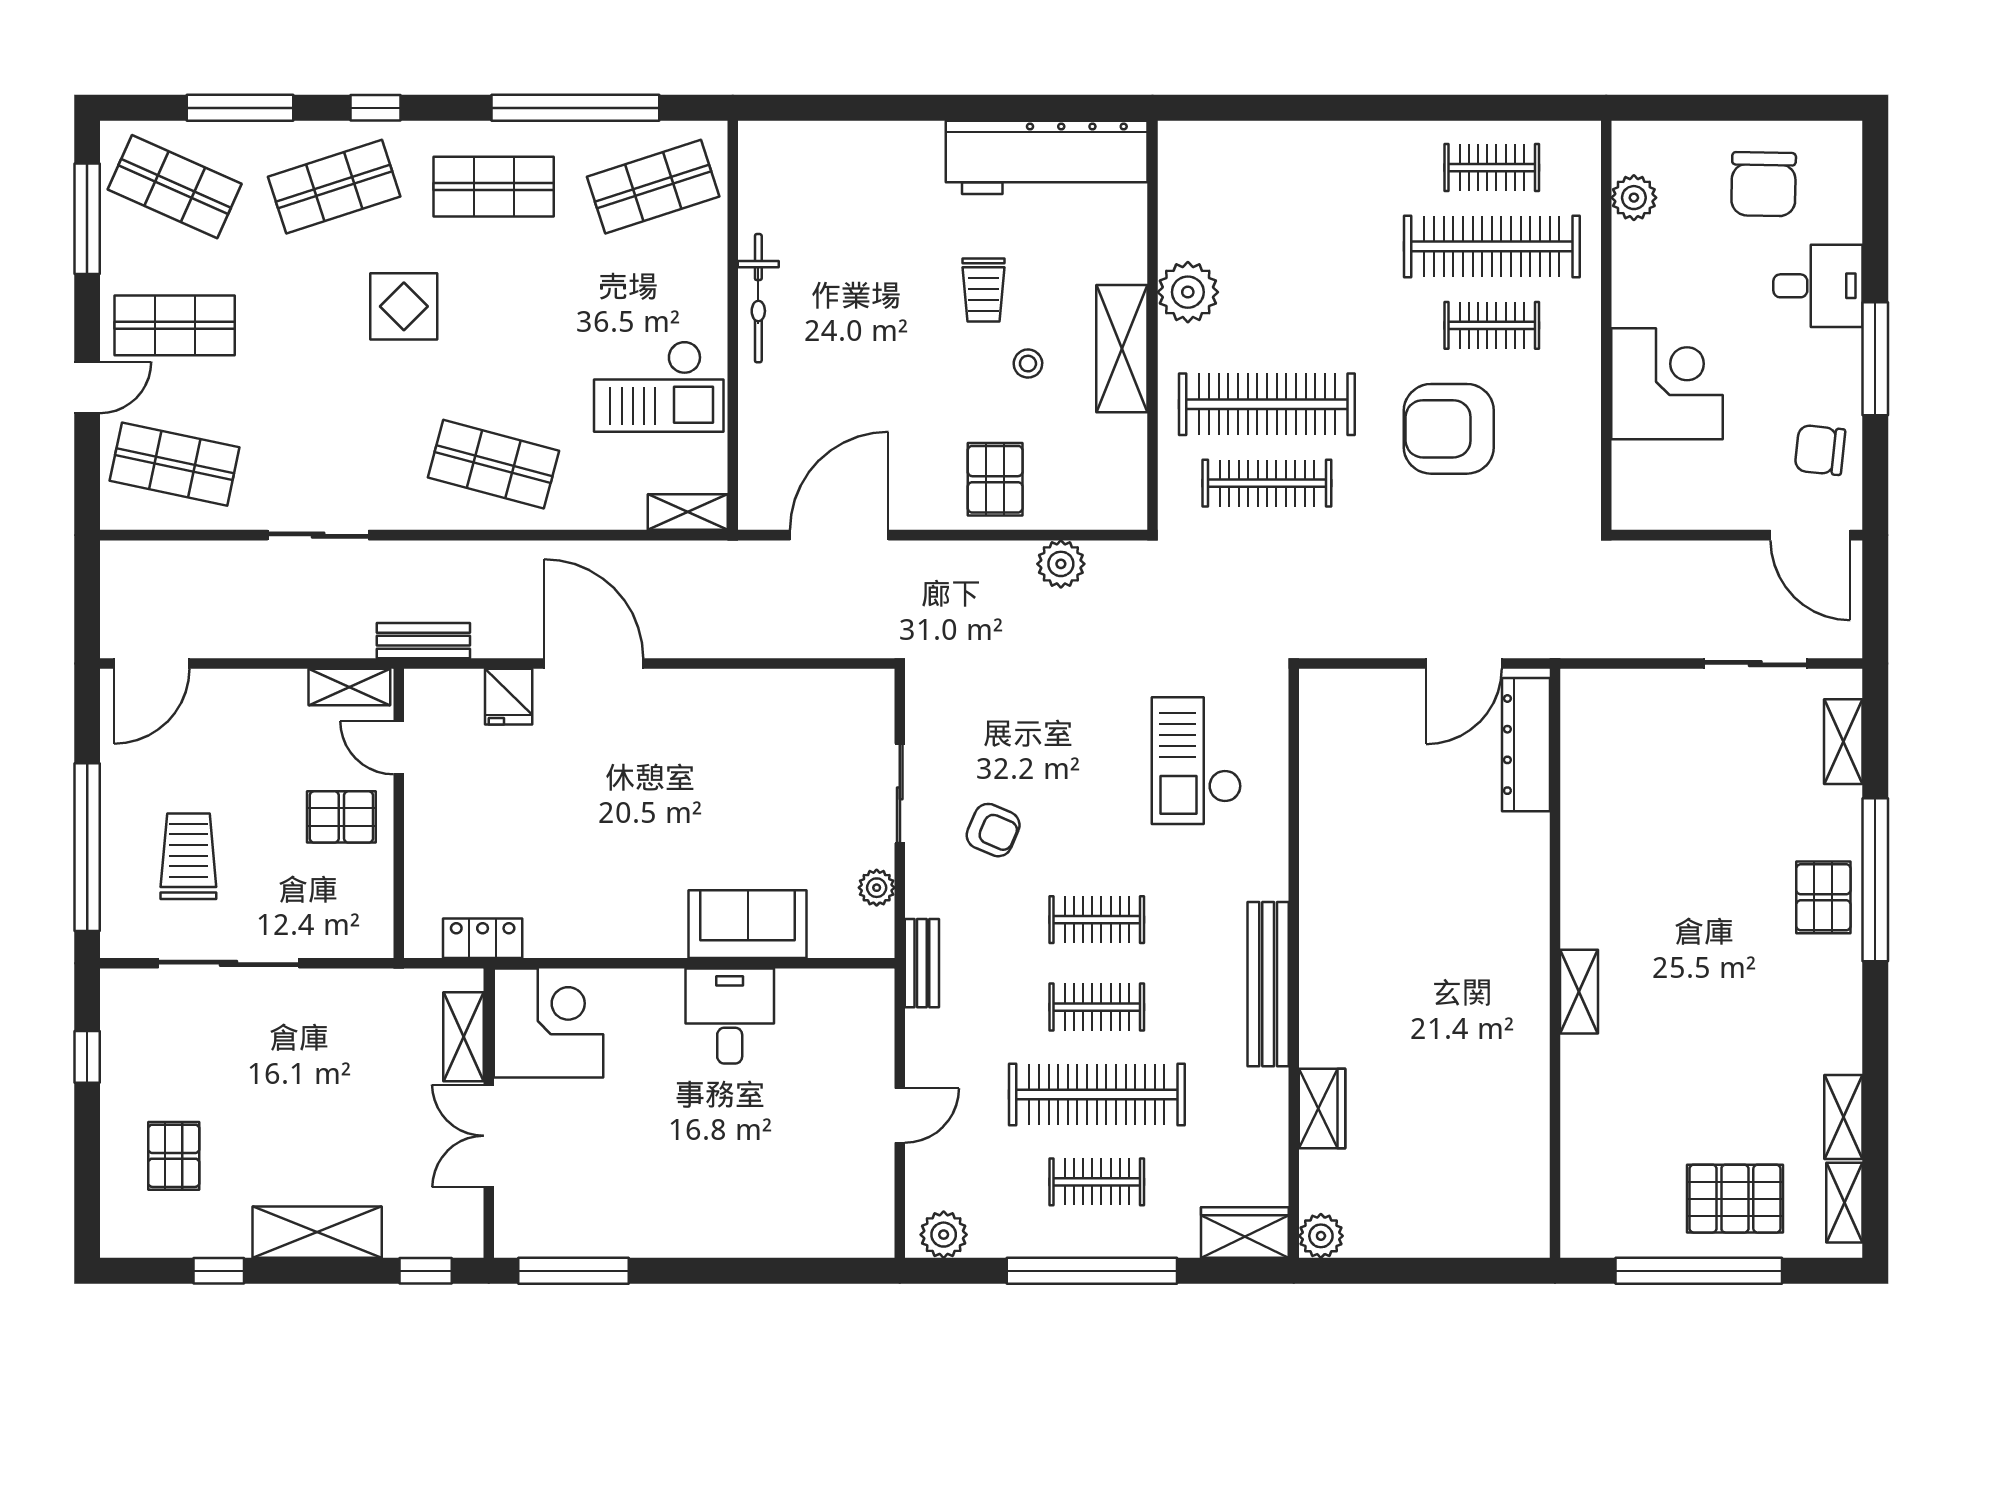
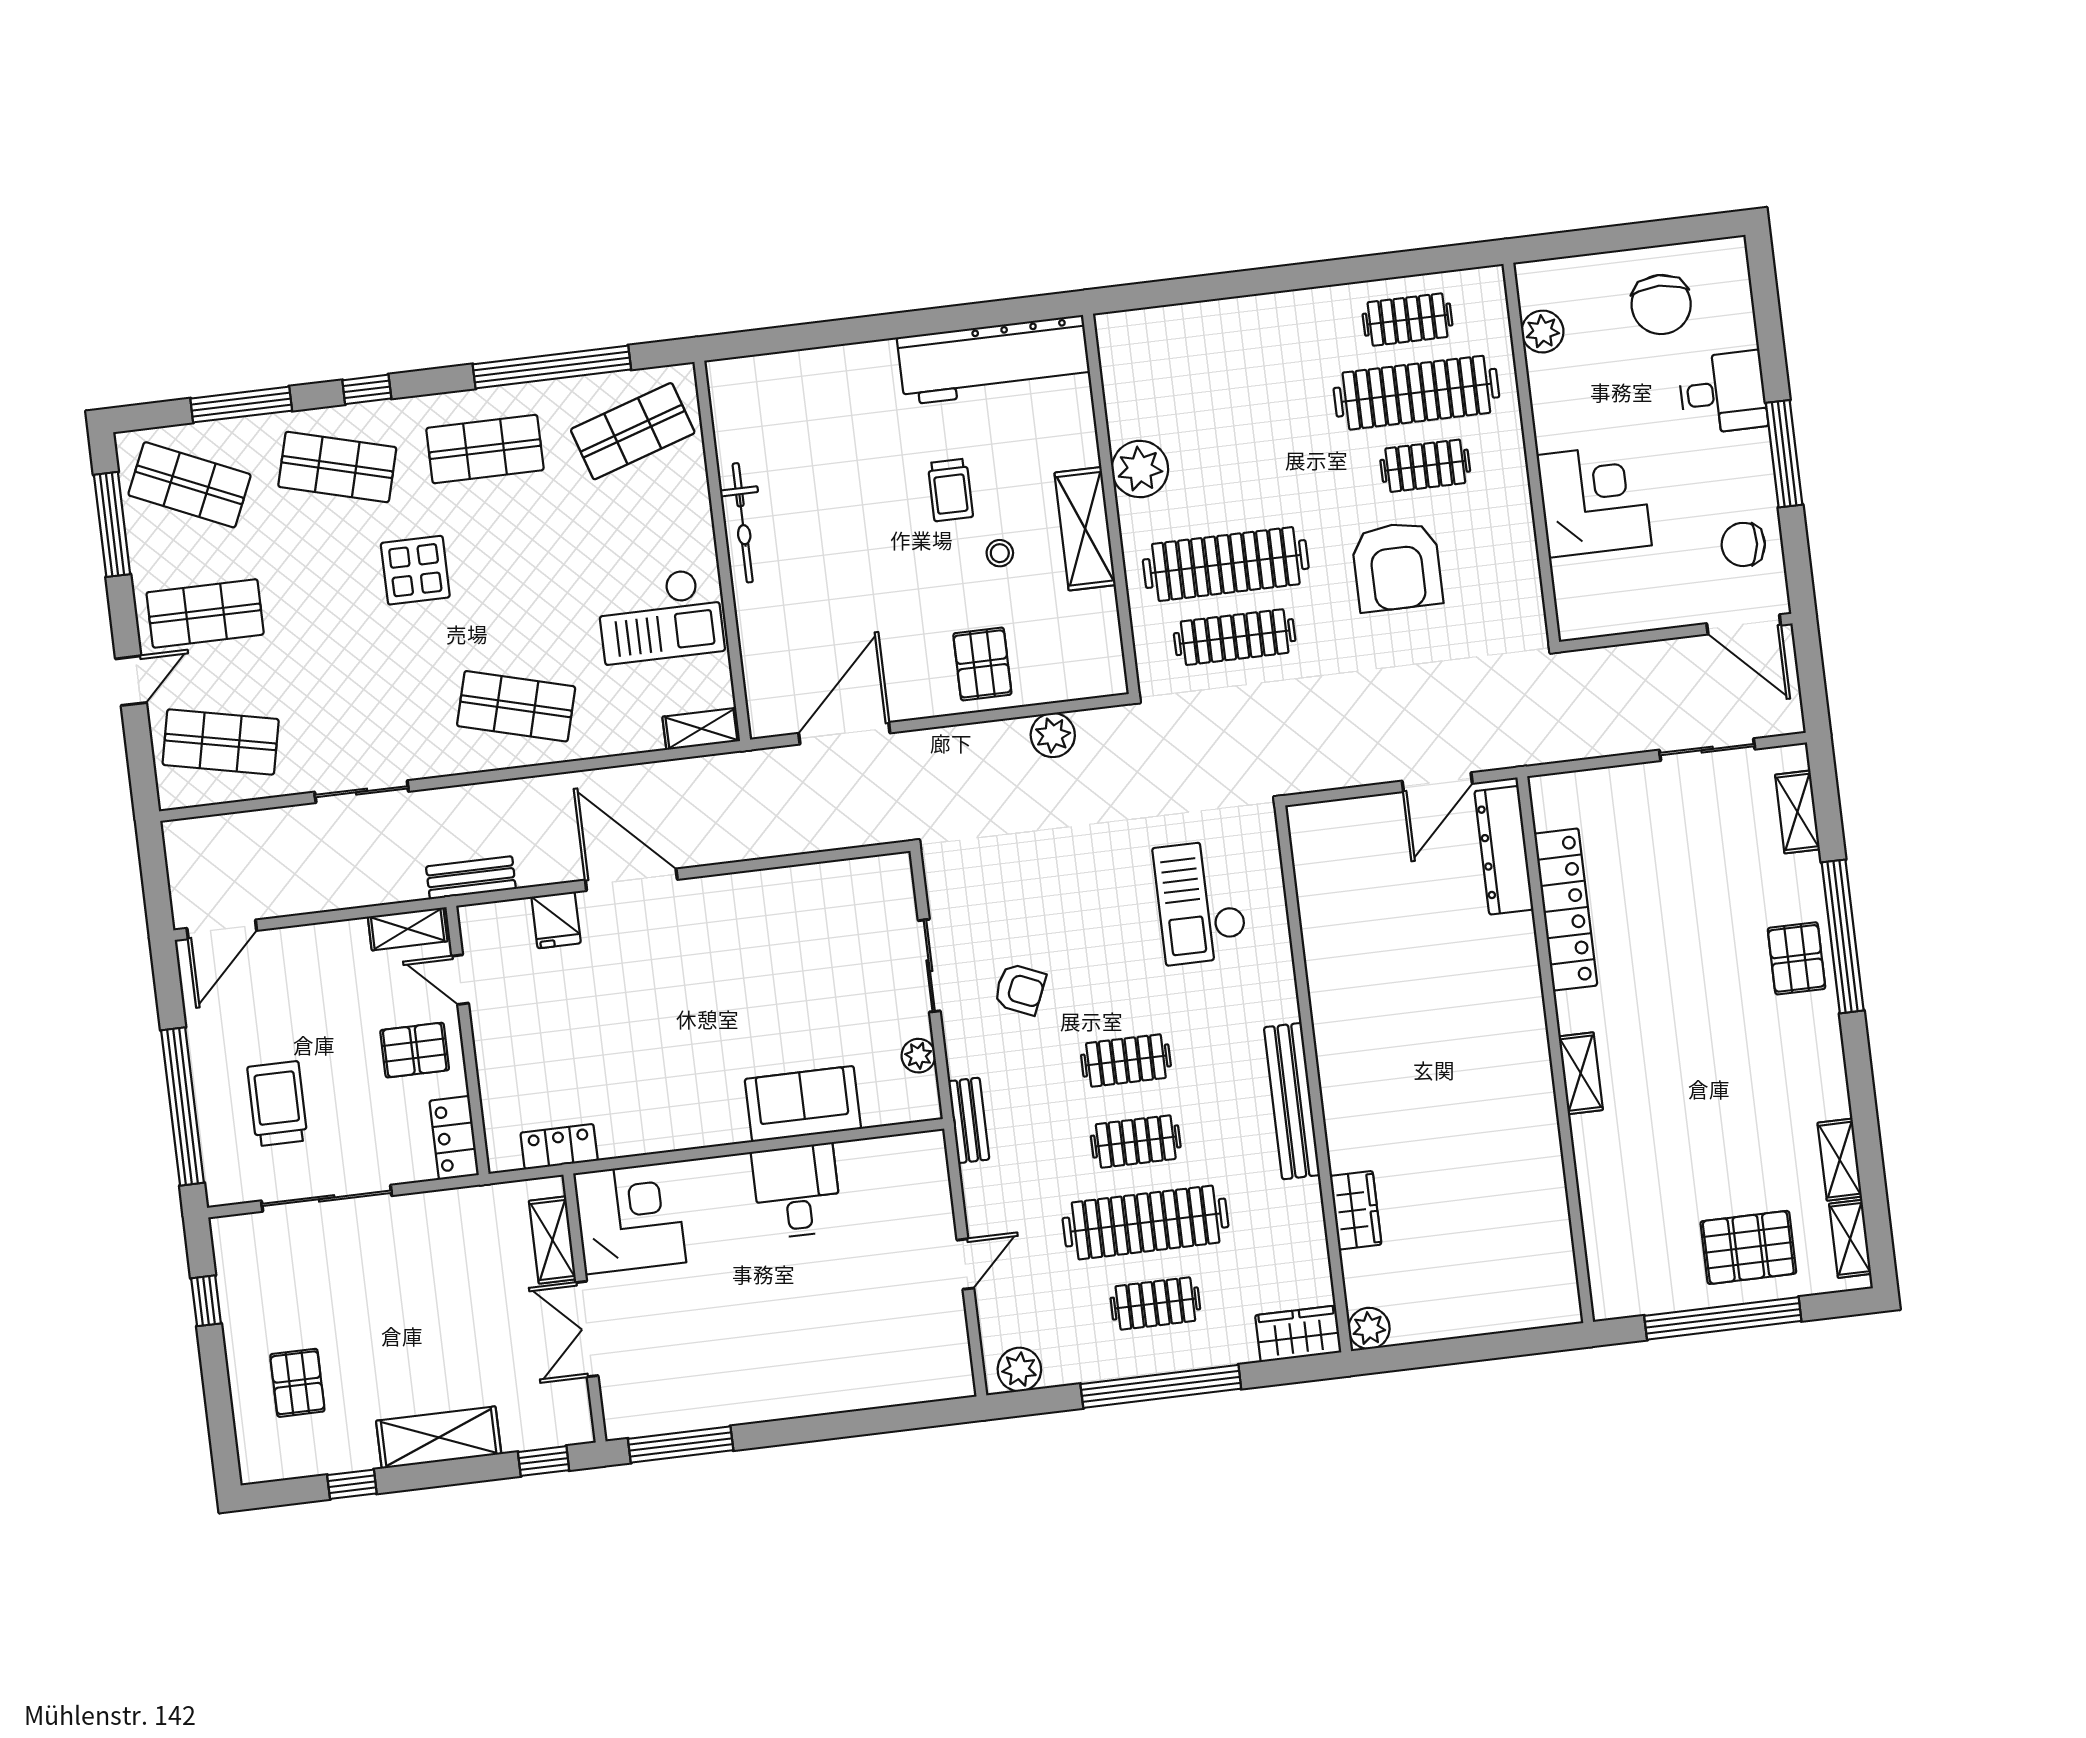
shop shelf: (334, 187) -> (337, 467), turned 33
armchair: (1449, 429) -> (1397, 566), turned -90
locker: (1584, 816) -> (1566, 910), added
locker: (372, 915) -> (454, 1138), added

